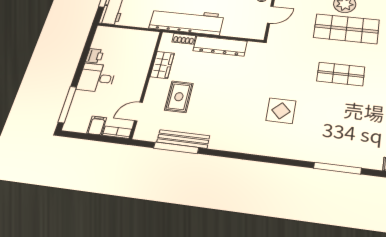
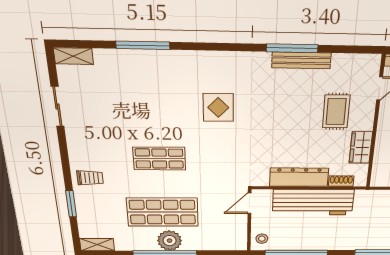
door: (270, 15) -> (250, 203), moved
workbench: (186, 21) -> (313, 202), moved
bench: (183, 139) -> (301, 60), moved
window: (176, 148) -> (292, 48), moved

